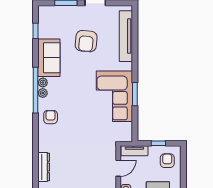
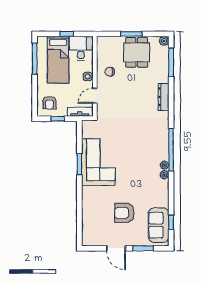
tv unit: (126, 36) -> (88, 218), removed
armchair: (86, 41) -> (124, 213), turned -96
sofa: (49, 58) -> (159, 225), moved
window: (36, 90) -> (171, 150), moved
armchair: (51, 117) -> (157, 143), removed

